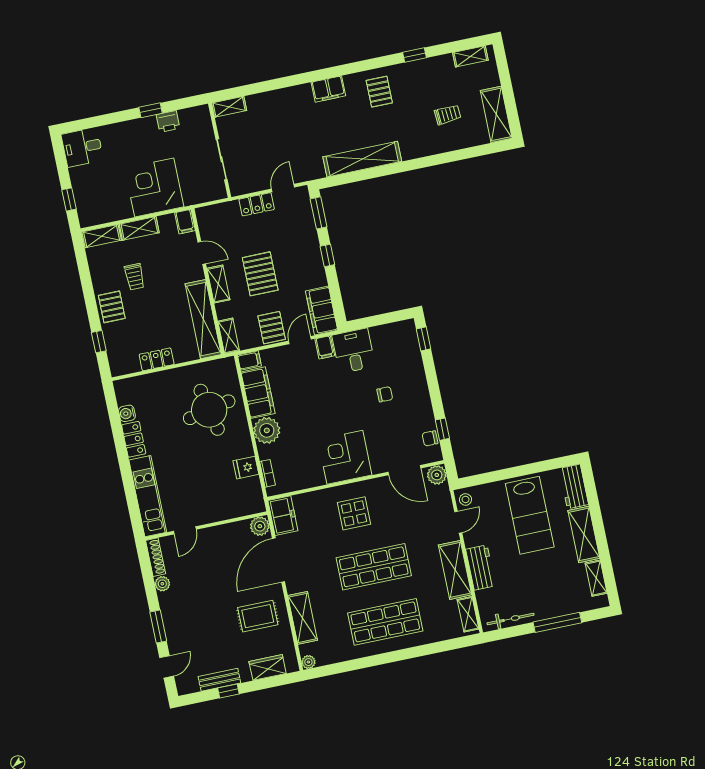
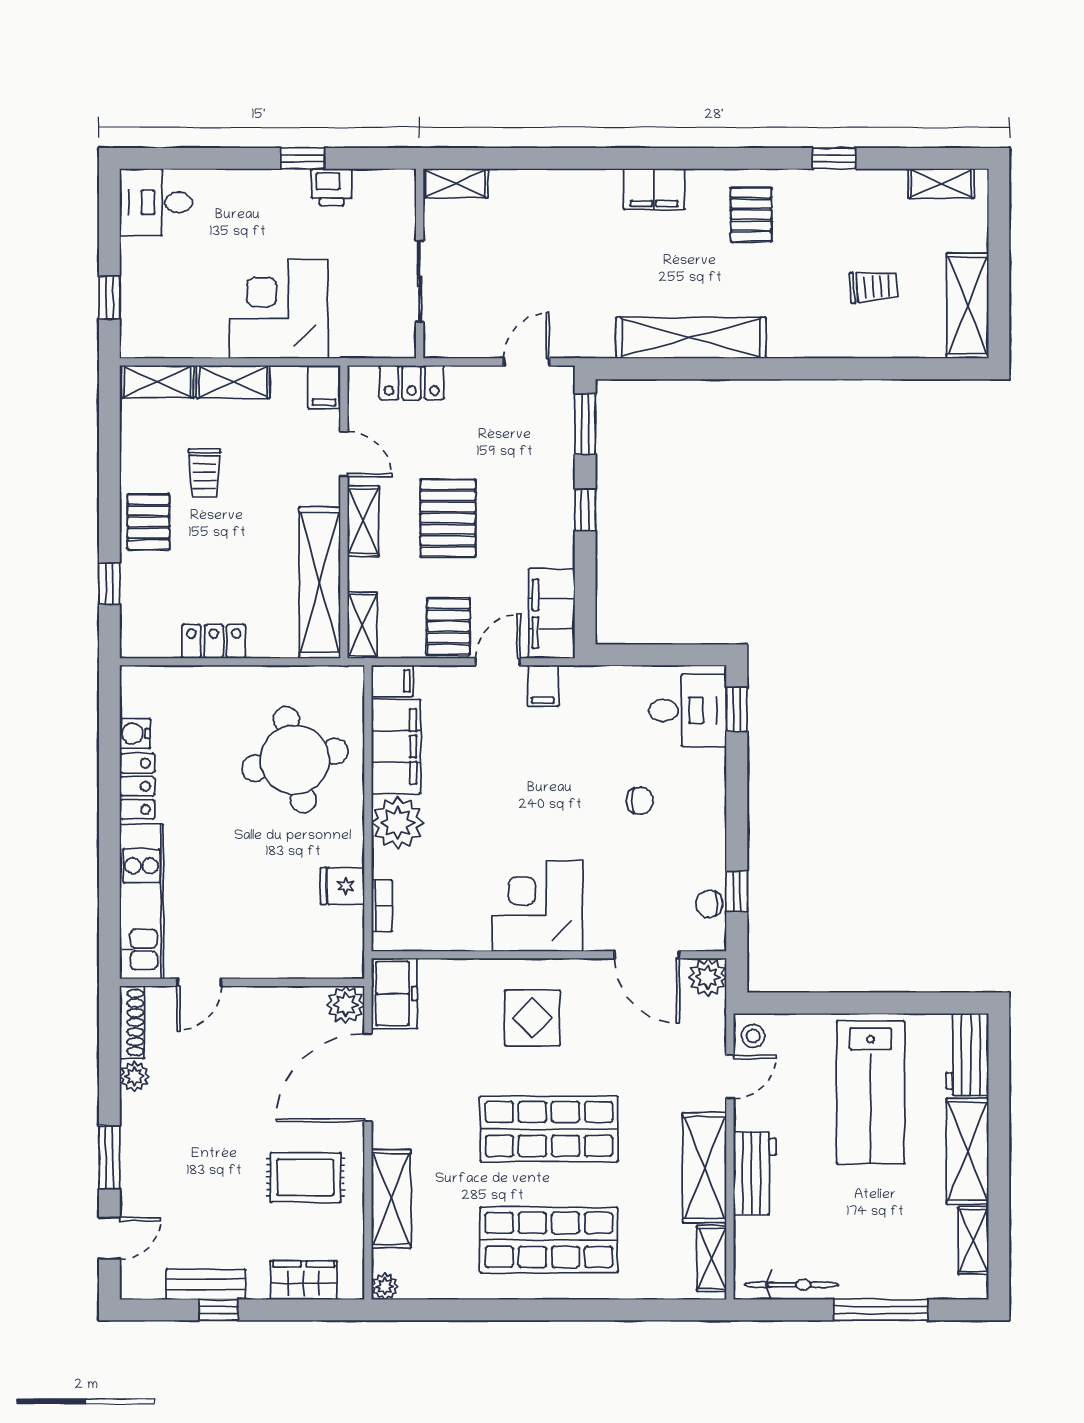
locker: (257, 204) -> (412, 383), moved
desk: (354, 351) -> (688, 710), moved, turned 90

